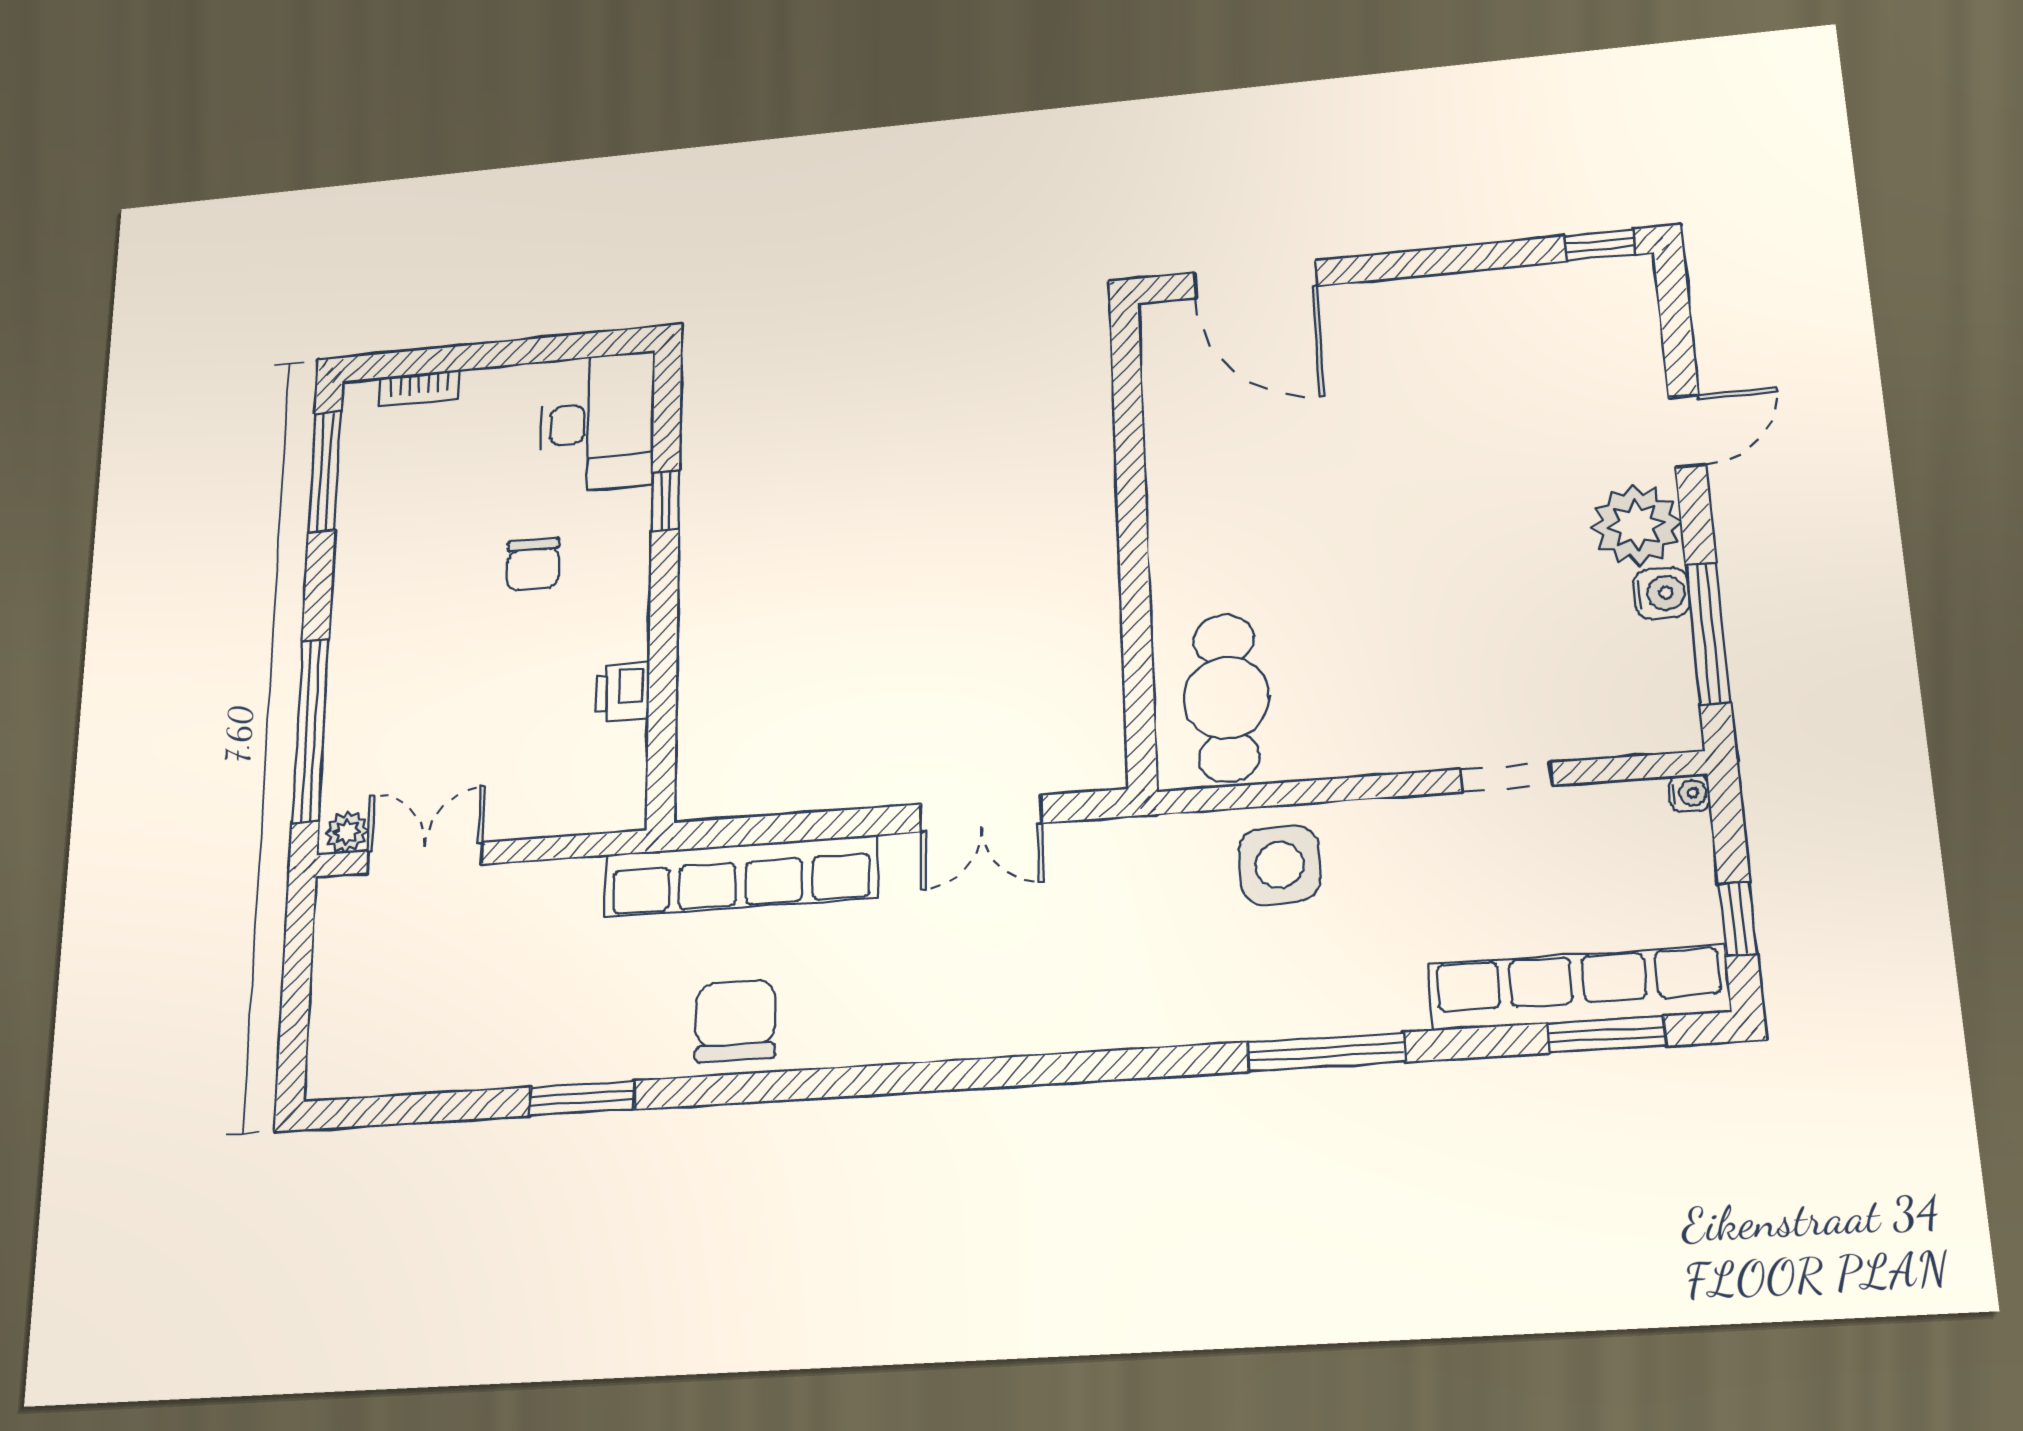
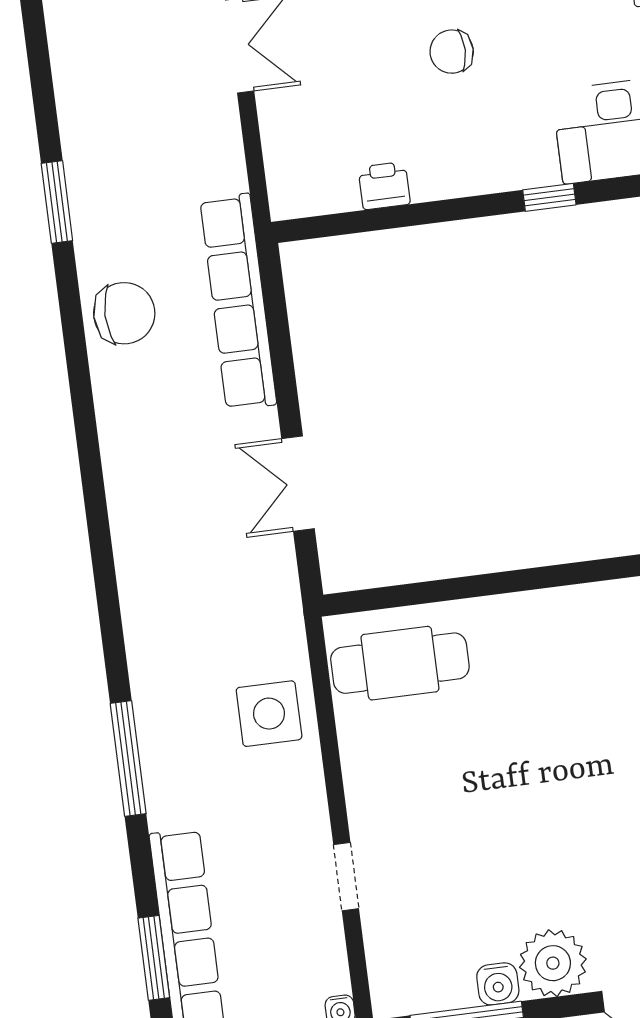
chair: (533, 564) -> (452, 52), moved

